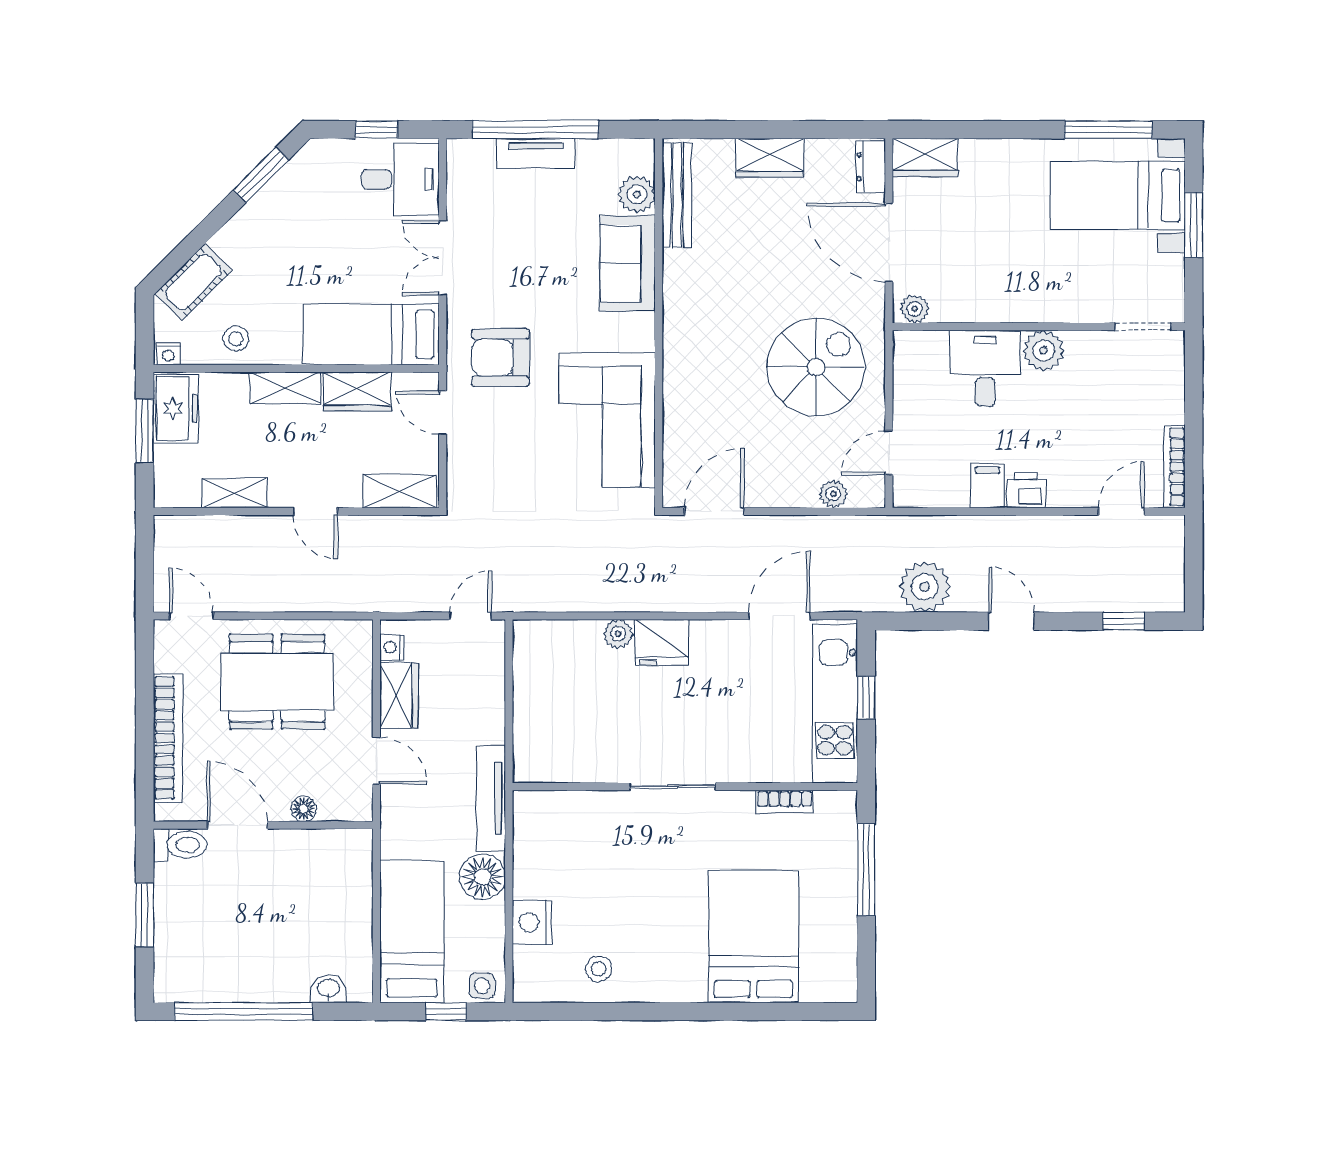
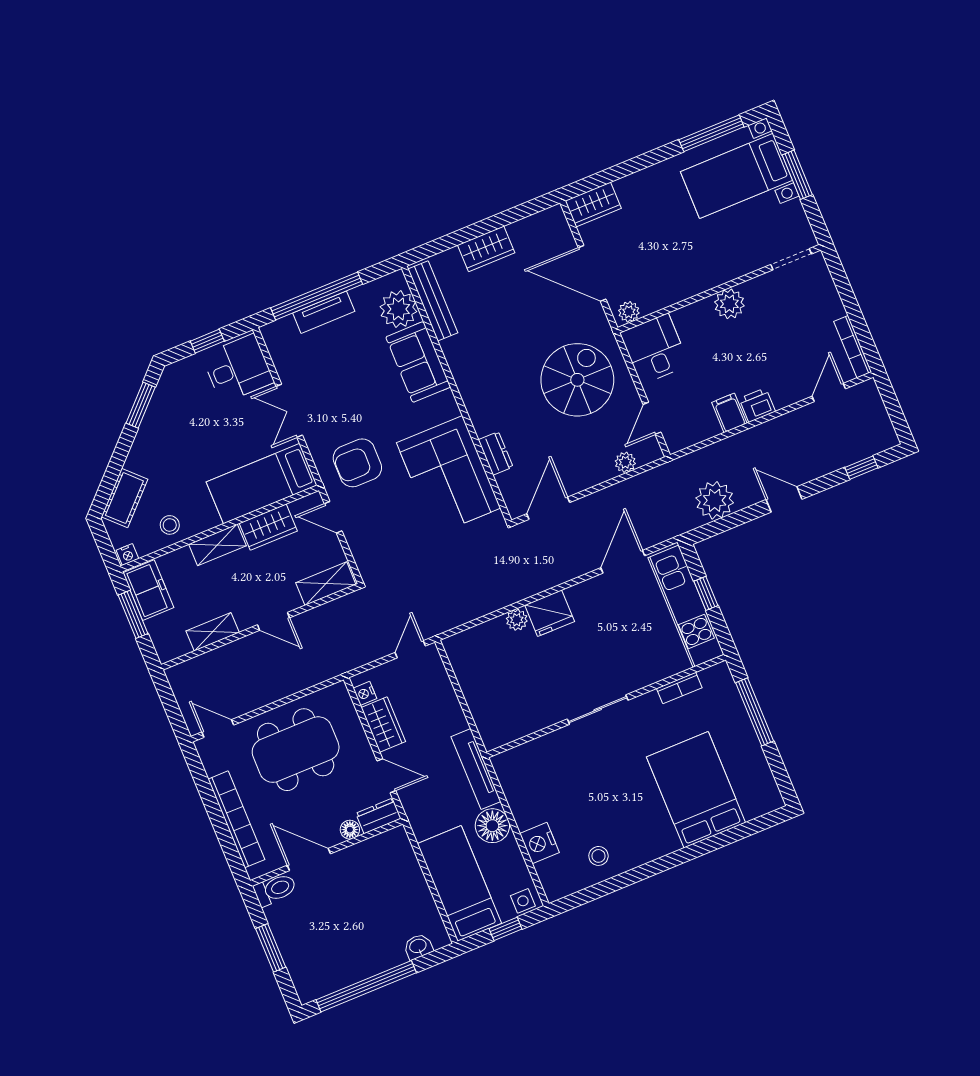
dresser: (871, 167) -> (496, 453), moved, turned 180
plant: (637, 194) -> (398, 309), width x1.36, depth x1.36
desk: (985, 368) -> (655, 349), moved
dresser: (346, 806) -> (378, 816), added

